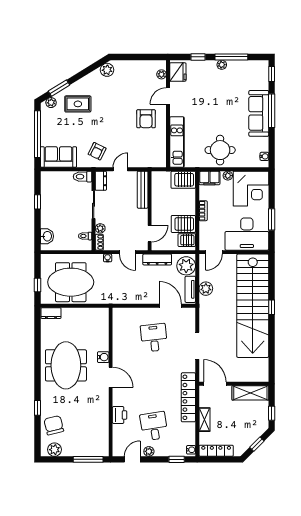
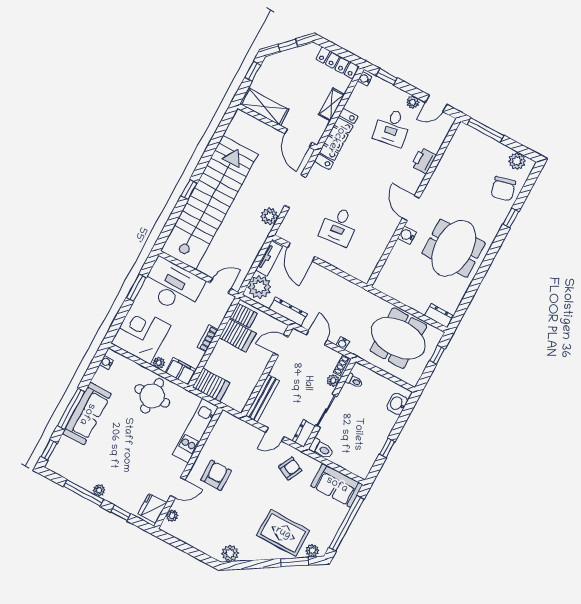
rug: (78, 104) -> (283, 533), width x1.36, depth x1.43
plant: (206, 289) -> (269, 216), moved

